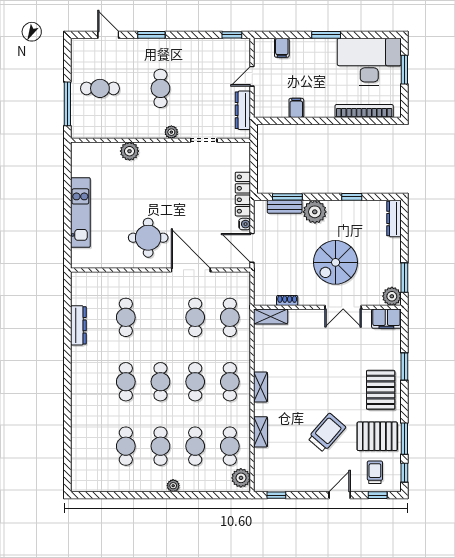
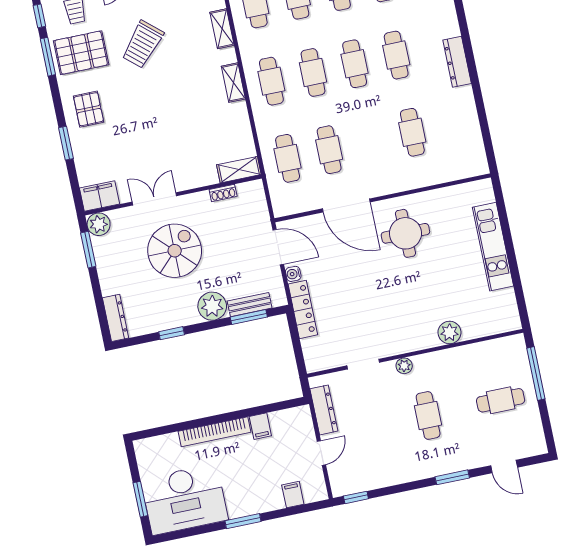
bookcase: (364, 111) -> (214, 432), moved
dresser: (78, 325) -> (457, 62), moved
pallet: (381, 390) -> (89, 109), width x0.67, depth x0.71

